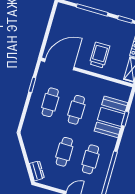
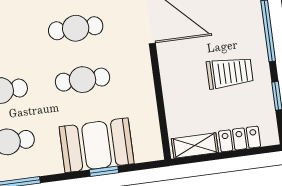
trolley: (100, 55) -> (230, 73), moved

